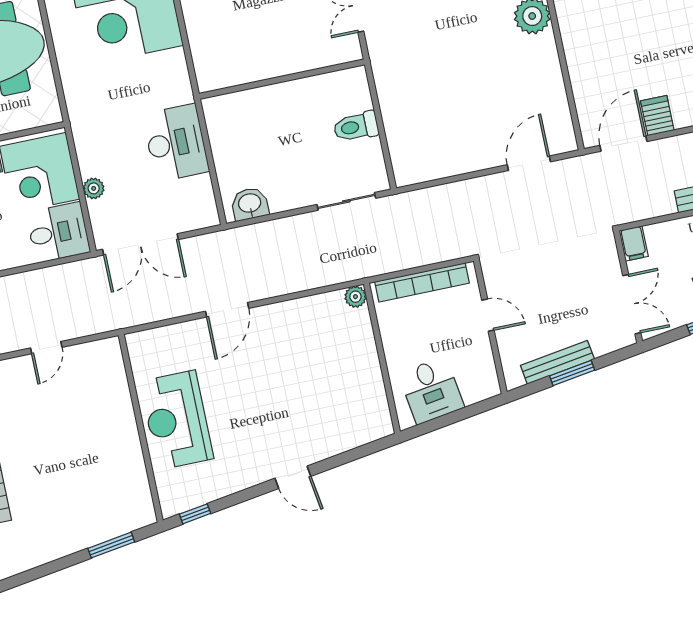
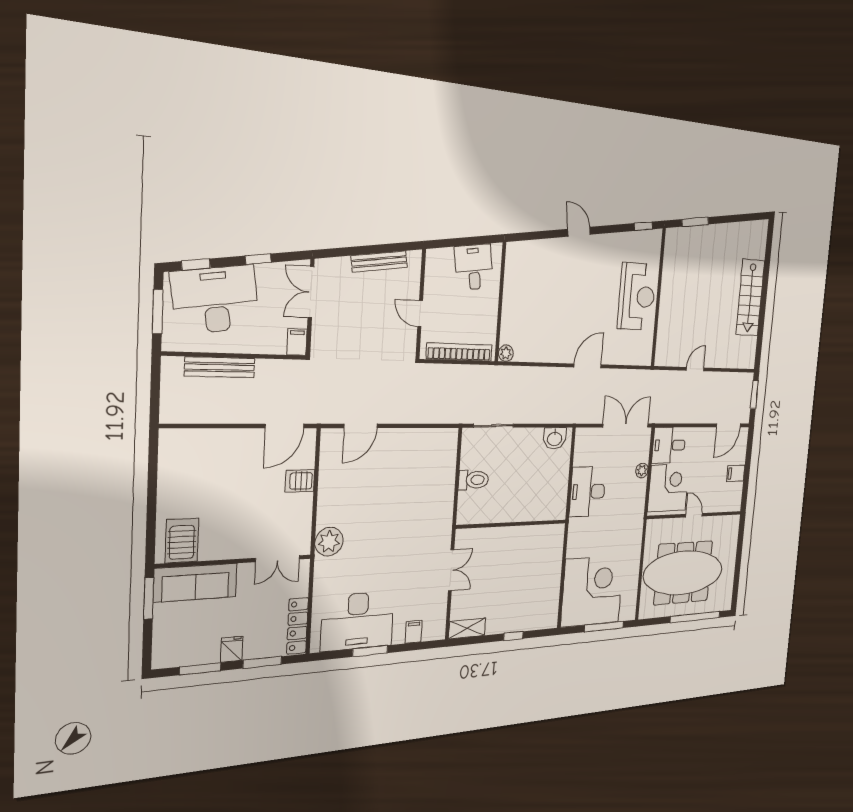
server rack: (657, 116) -> (300, 481), moved, turned 90
window: (572, 373) -> (371, 250), removed

